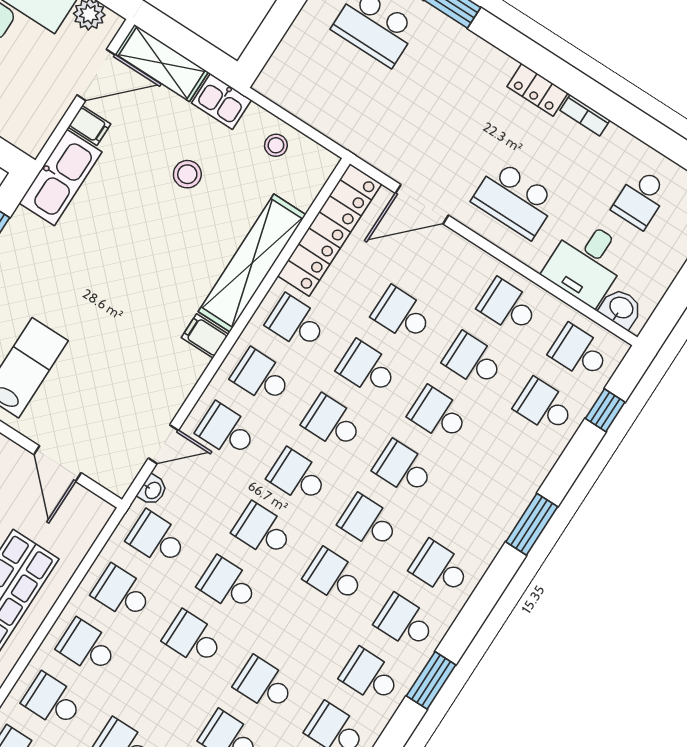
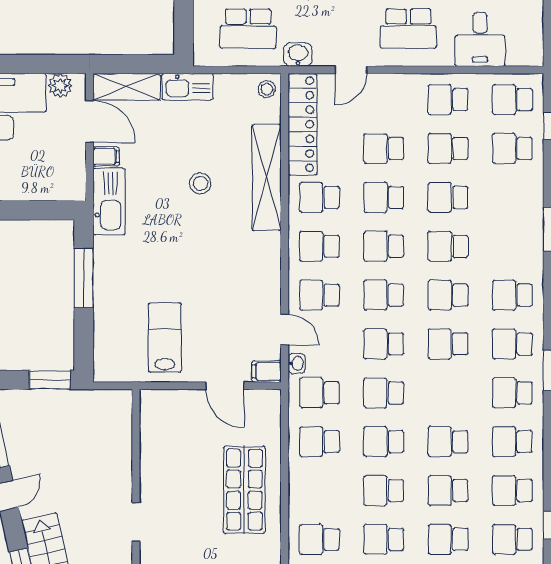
door: (96, 75) -> (90, 121), hinge flipped
school desk: (337, 85) -> (248, 29), added
kitchen sink: (221, 101) -> (187, 87), width x1.38
stool: (276, 145) -> (267, 89), moved
stool: (187, 174) -> (200, 183), moved
door: (422, 204) -> (351, 70), width x0.73
washbasin: (621, 308) -> (298, 54), moved
filing cabinet: (205, 336) -> (267, 371), moved
door: (163, 444) -> (285, 330), hinge flipped
school desk: (87, 647) -> (384, 491), moved

